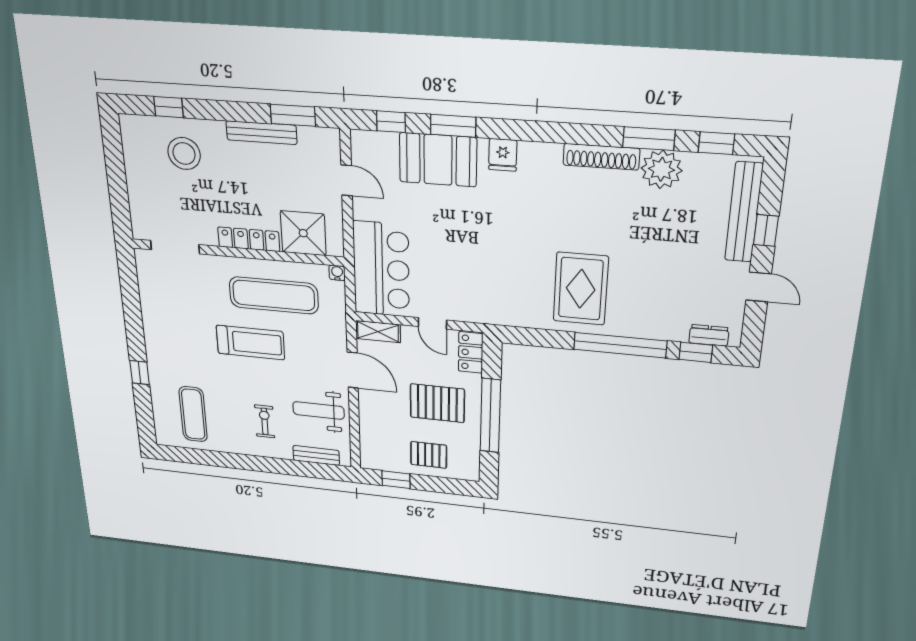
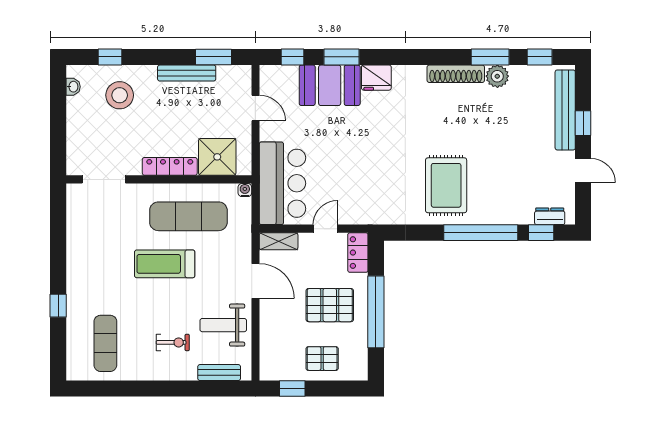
washbasin: (129, 140) -> (73, 87), added
fridge: (503, 155) -> (376, 78), width x1.38
plant: (661, 169) -> (497, 76), width x0.73, depth x0.73
door: (432, 323) -> (325, 229), swing flipped
treadmill: (250, 343) -> (165, 264), turned 180
exercise bike: (265, 421) -> (173, 342), turned 90

